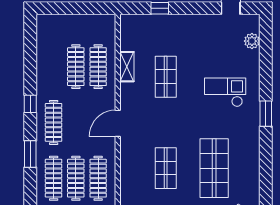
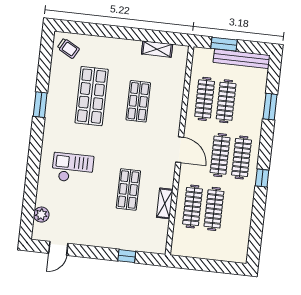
checkout: (225, 92) -> (73, 168), turned 180
window: (266, 114) -> (40, 105), moved
door: (118, 123) -> (180, 150), hinge flipped
window: (30, 154) -> (270, 107), moved
clothes rail: (54, 178) -> (220, 155), moved

